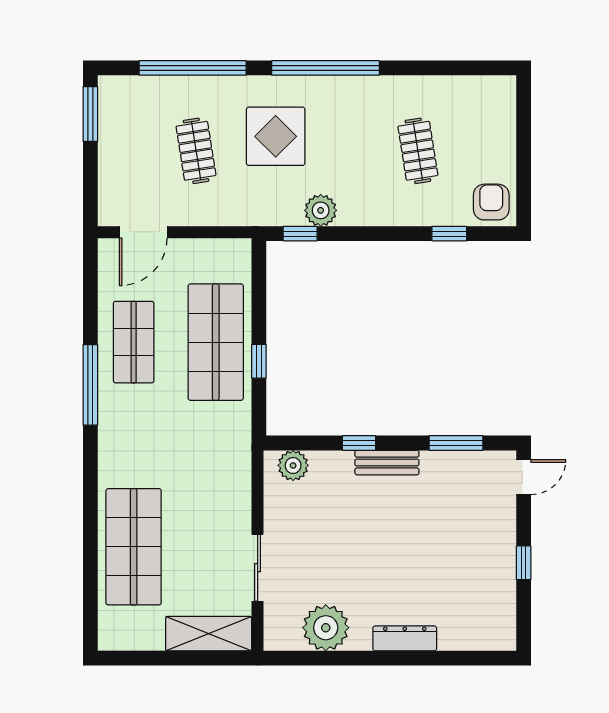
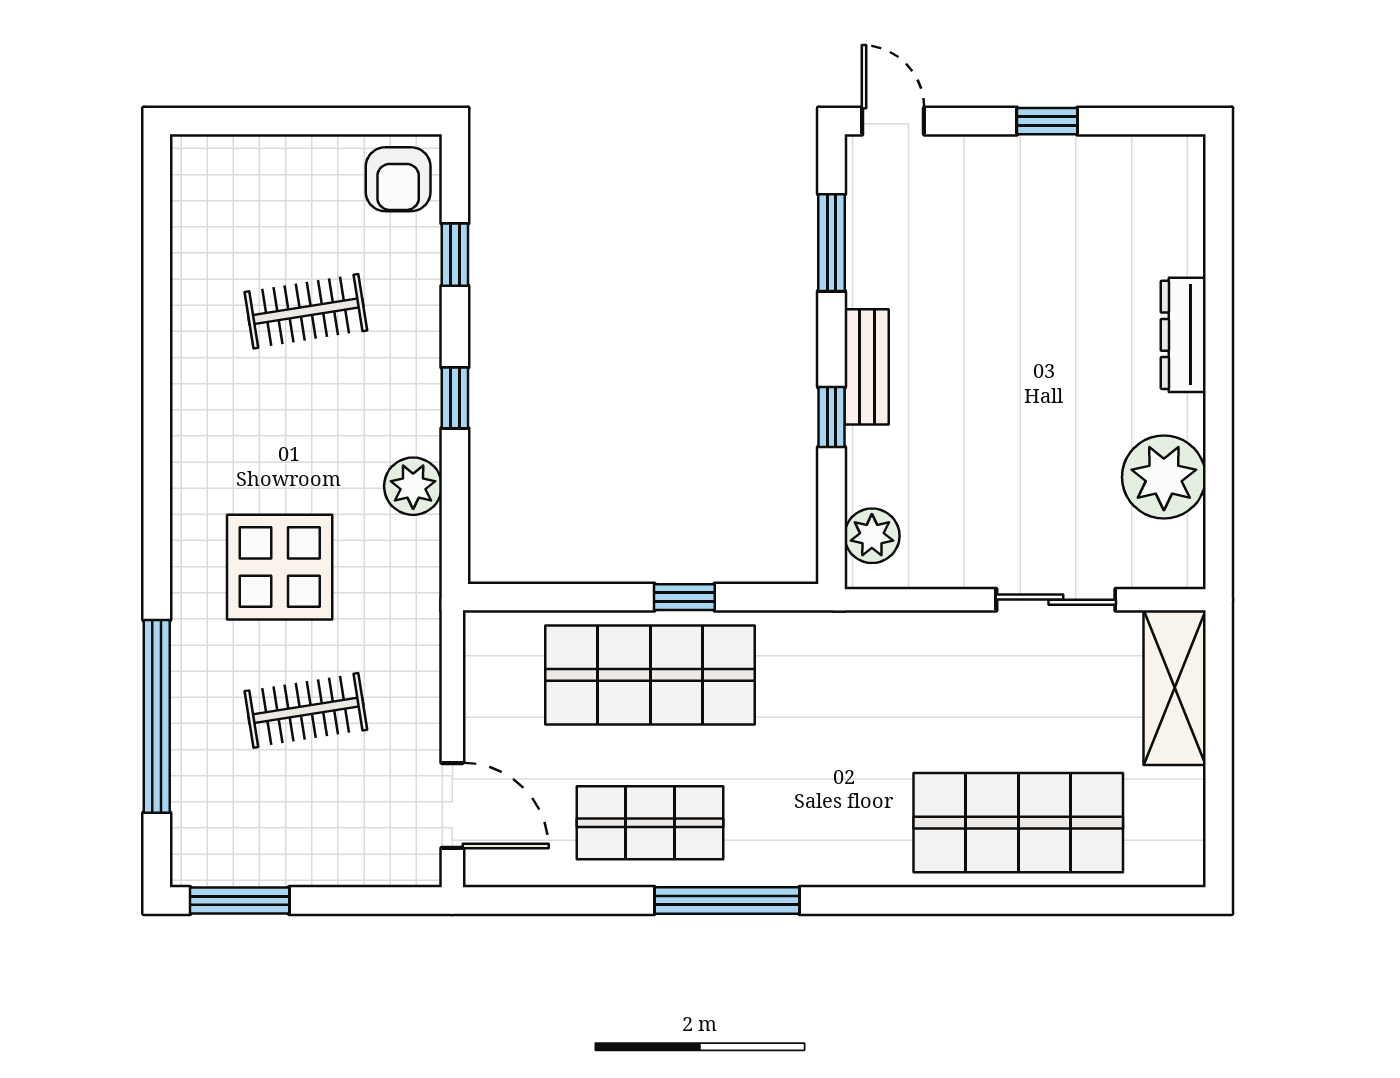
window: (326, 68) -> (157, 477), removed
armchair: (491, 202) -> (398, 179), turned -90
window: (300, 234) -> (455, 398), moved

